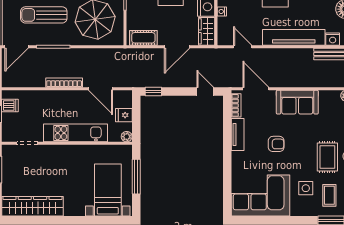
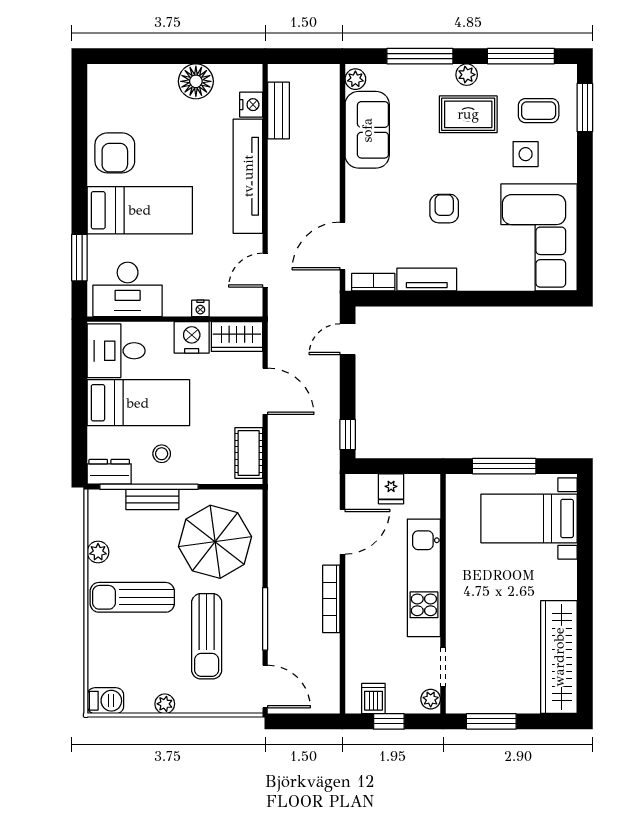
sofa: (297, 102) -> (367, 130), moved
plant: (127, 137) -> (431, 699), moved

